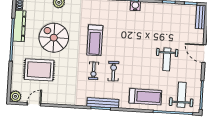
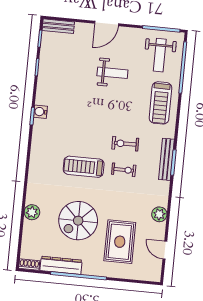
treadmill: (95, 40) -> (84, 167), turned 180
weight bench: (182, 95) -> (160, 55), turned -90
plant: (15, 96) -> (159, 214), moved
treadmill: (145, 97) -> (160, 103), turned 180

